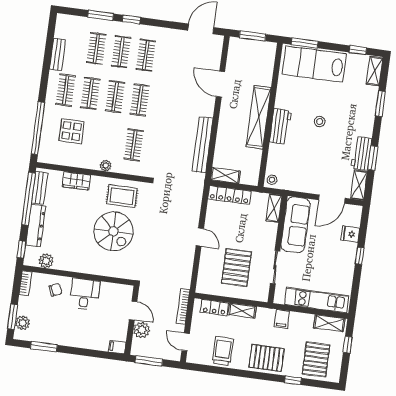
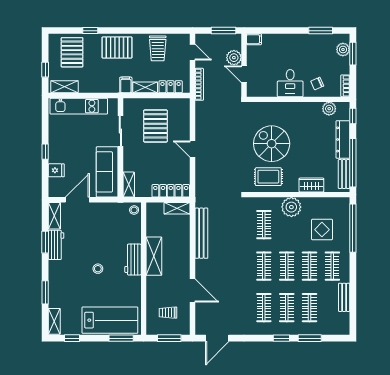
trolley: (250, 64) -> (168, 313), added
shelving: (259, 117) -> (154, 256), width x0.68
plant: (106, 166) -> (291, 207), width x1.87, depth x1.87
filing cabinet: (282, 319) -> (126, 85), moved

